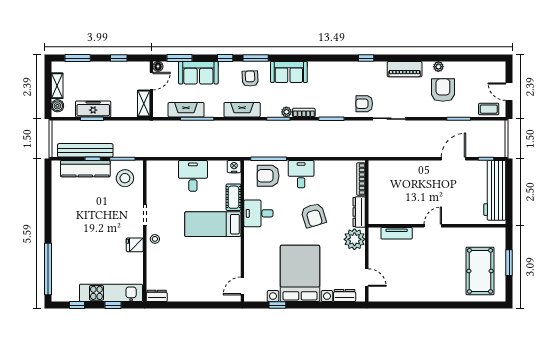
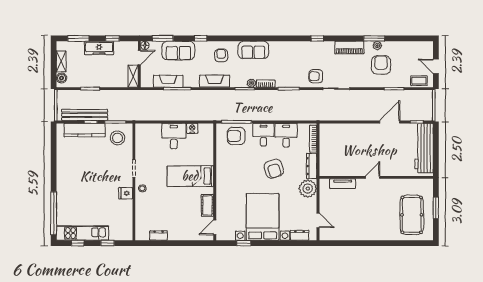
window: (256, 58) -> (374, 38), moved
freezer: (93, 109) -> (99, 48), moved, turned 180
nightstand: (234, 167) -> (192, 128), moved
cot: (233, 197) -> (207, 205), moved
desk: (258, 213) -> (286, 135), moved, turned 90
kitchen unit: (111, 293) -> (82, 233), moved
dresser: (157, 296) -> (159, 236), moved

